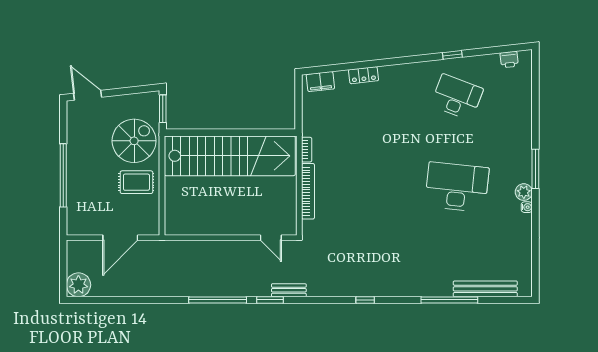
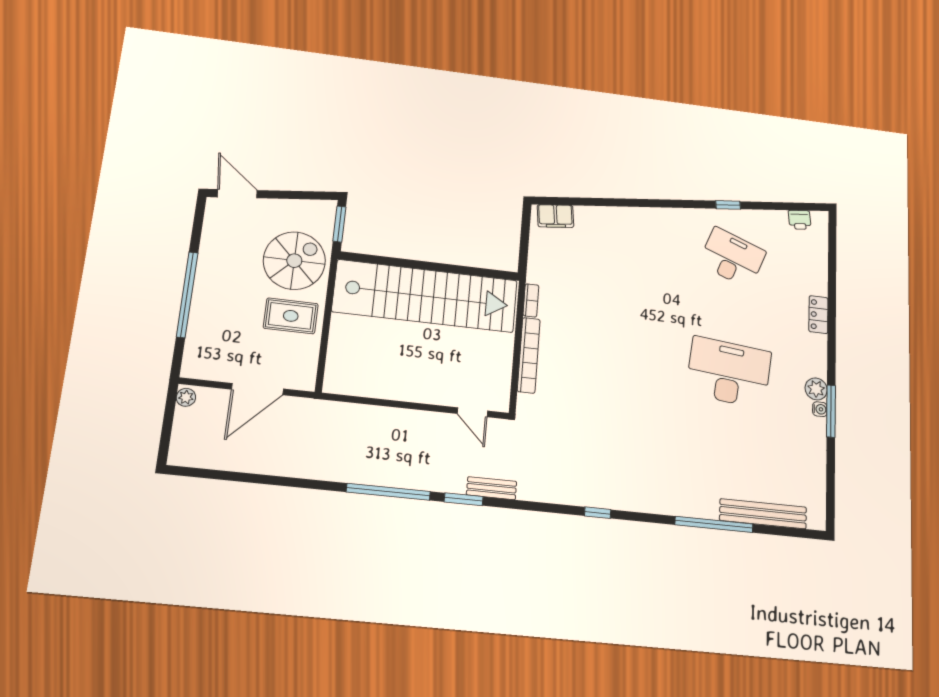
locker: (364, 75) -> (818, 315), moved, turned 96
window: (535, 169) -> (831, 411), moved
plant: (78, 285) -> (186, 397), moved, width x0.53, depth x0.53

